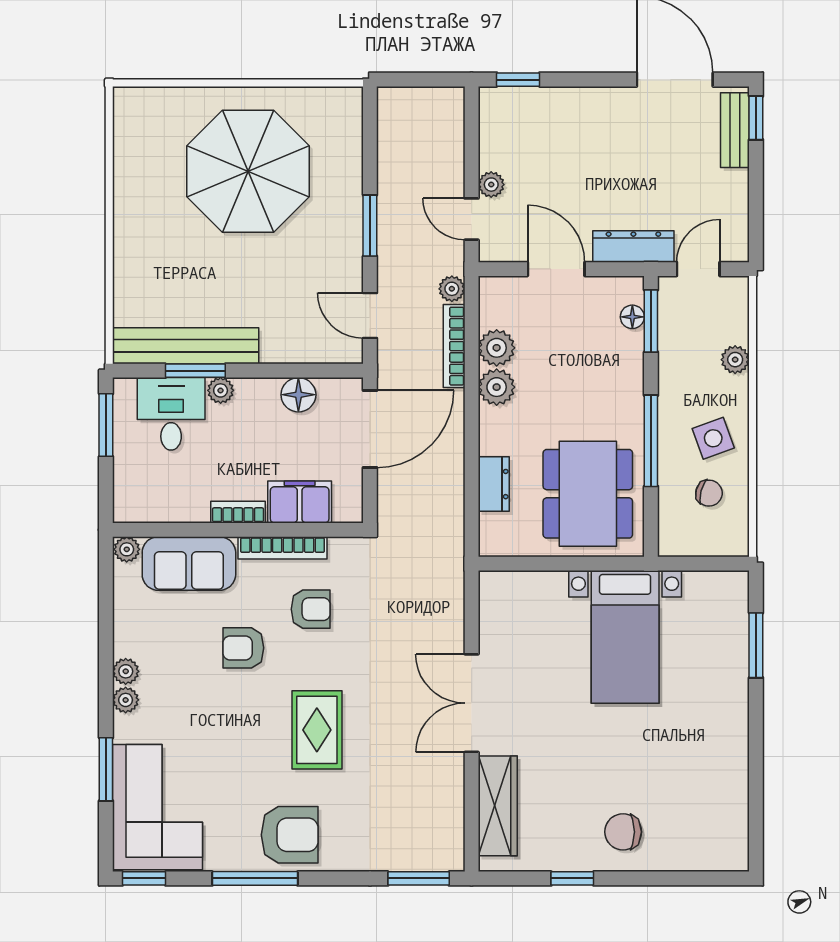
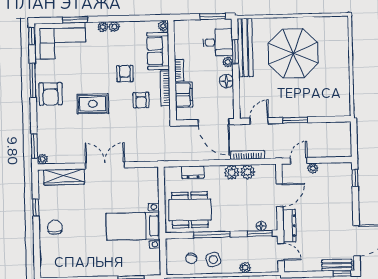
parasol: (248, 171) -> (293, 53), moved
plant: (452, 289) -> (43, 159), moved
floor lamp: (298, 395) -> (226, 81), moved

